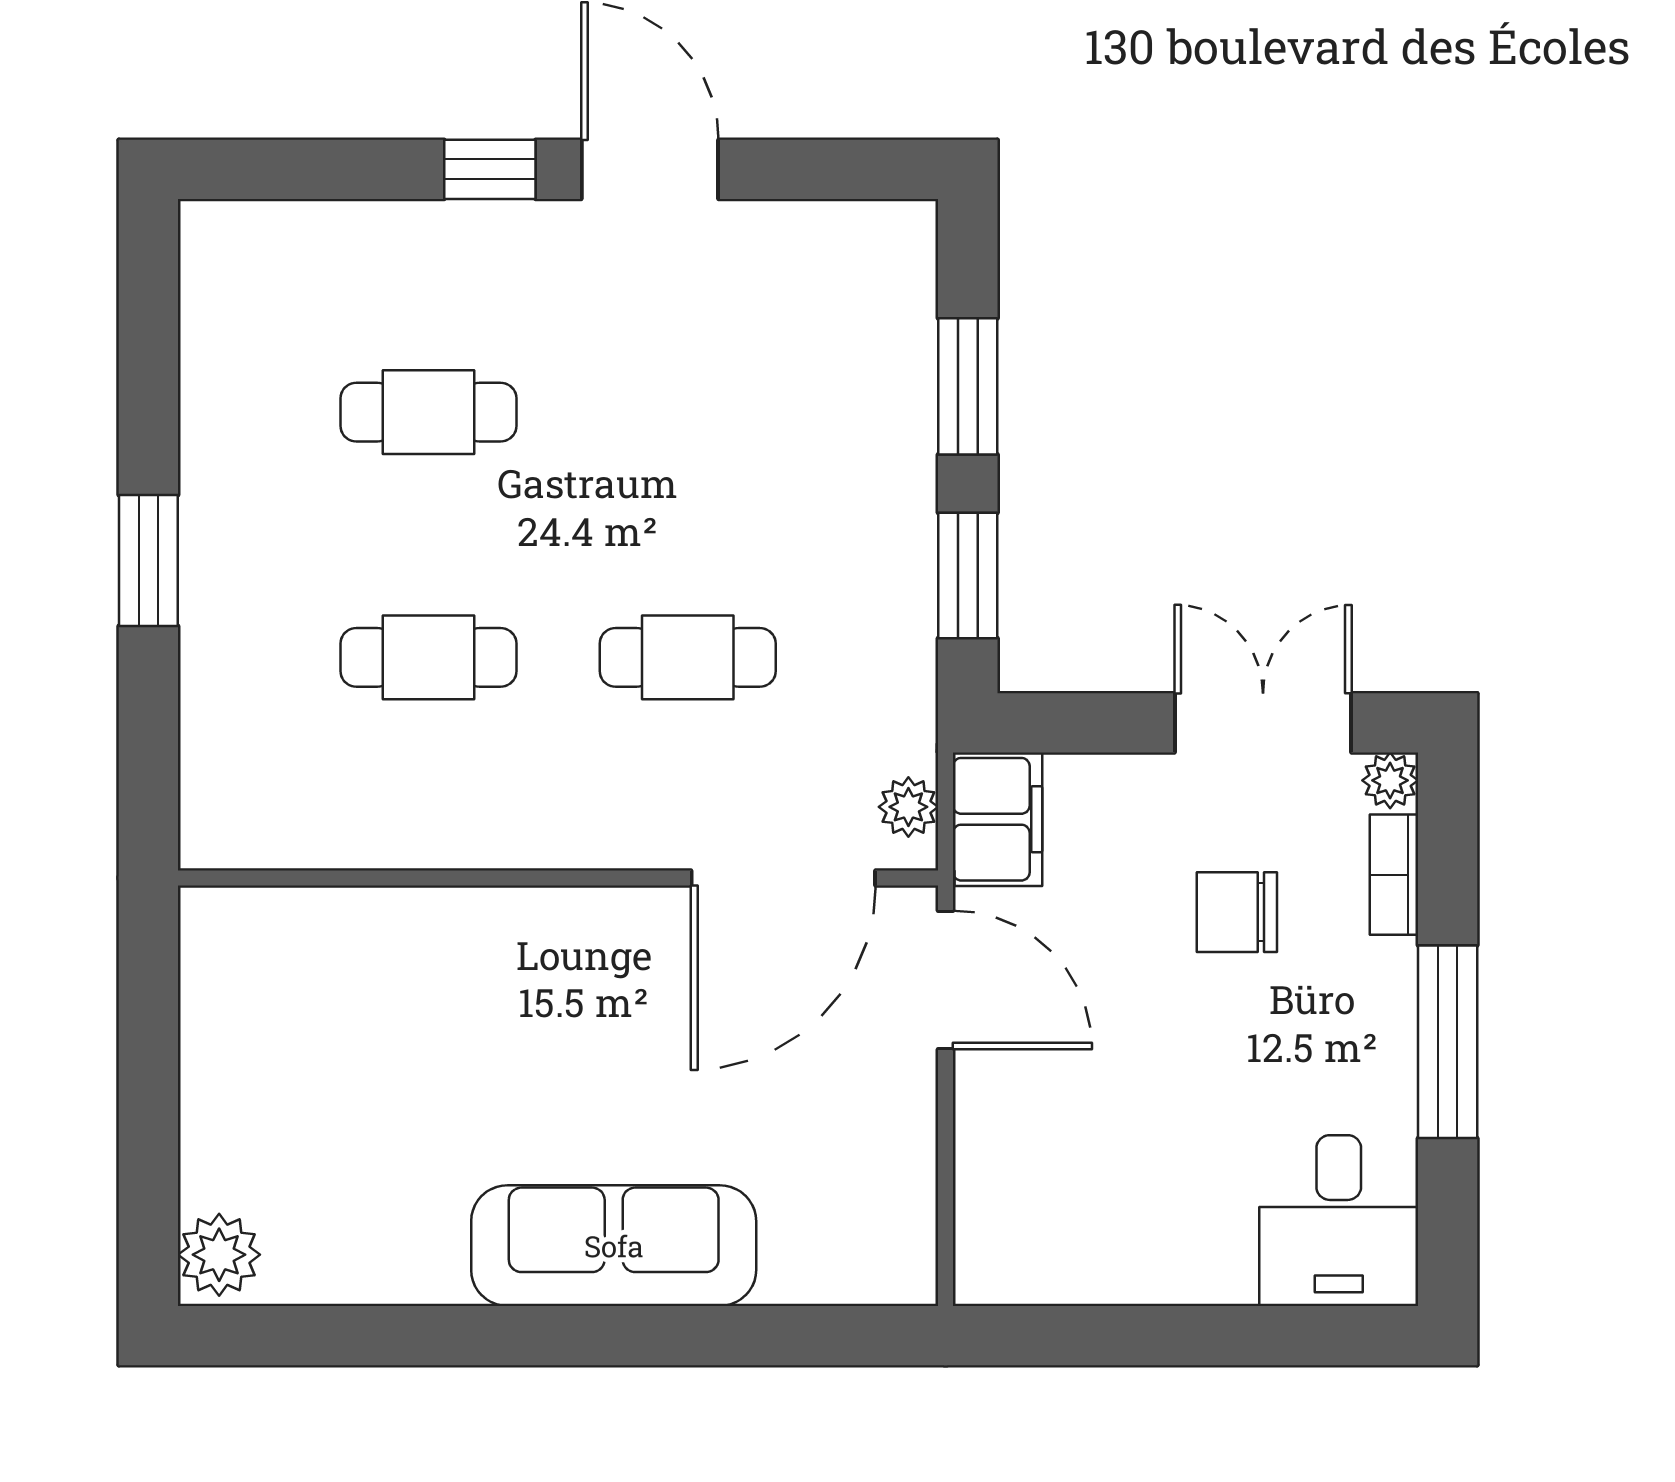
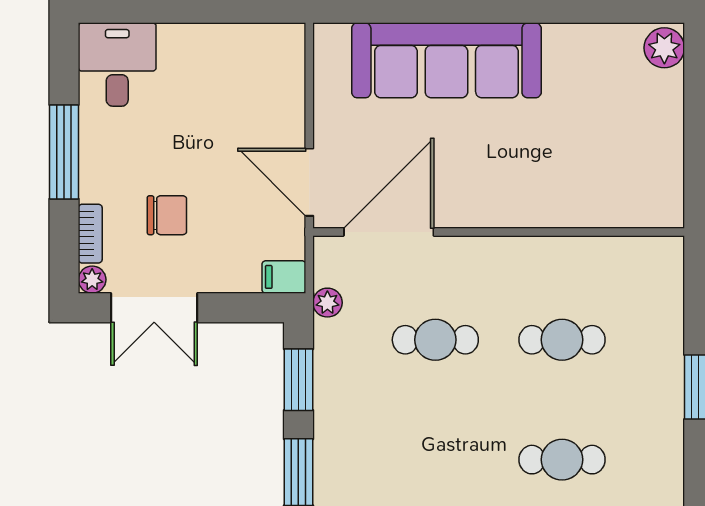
plant: (908, 807) -> (327, 303), moved
filing cabinet: (997, 819) -> (284, 277), width x0.50
sofa: (614, 1246) -> (446, 60), width x1.36, depth x1.27

